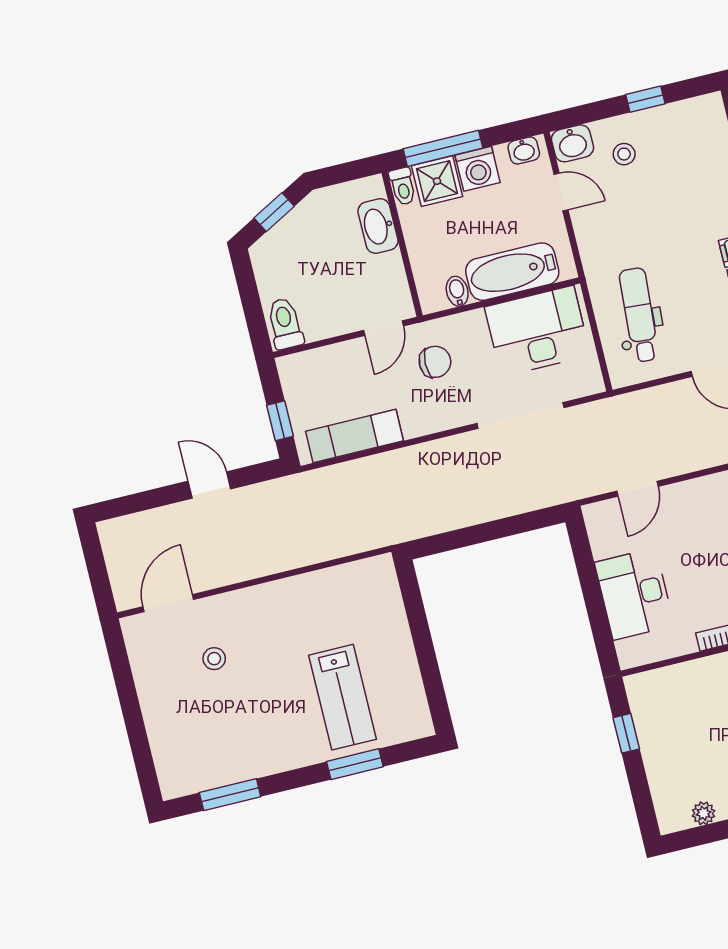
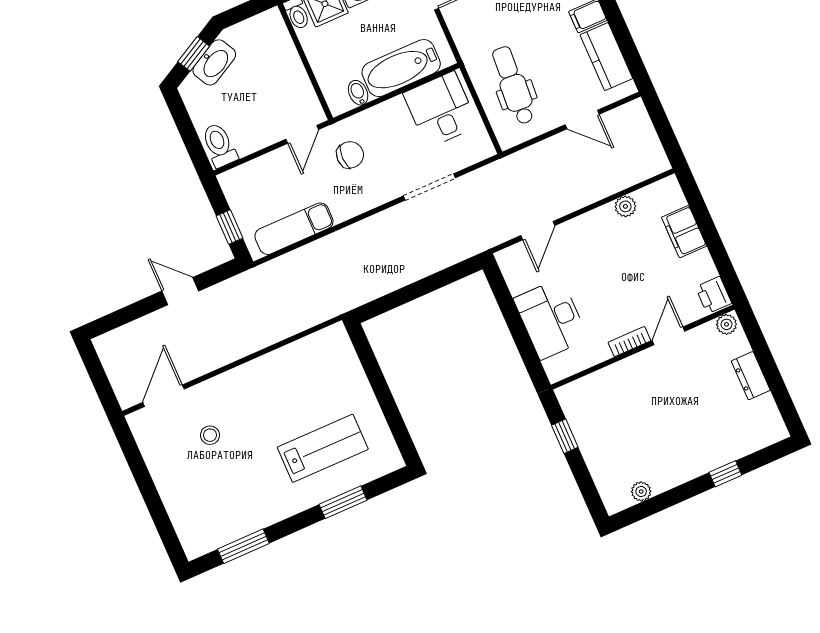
washbasin: (378, 226) -> (214, 62), moved, turned -118
desk: (537, 331) -> (441, 110), width x0.73
doorway: (521, 415) -> (429, 187), width x0.73
lab bench: (342, 697) -> (323, 448), turned -90

